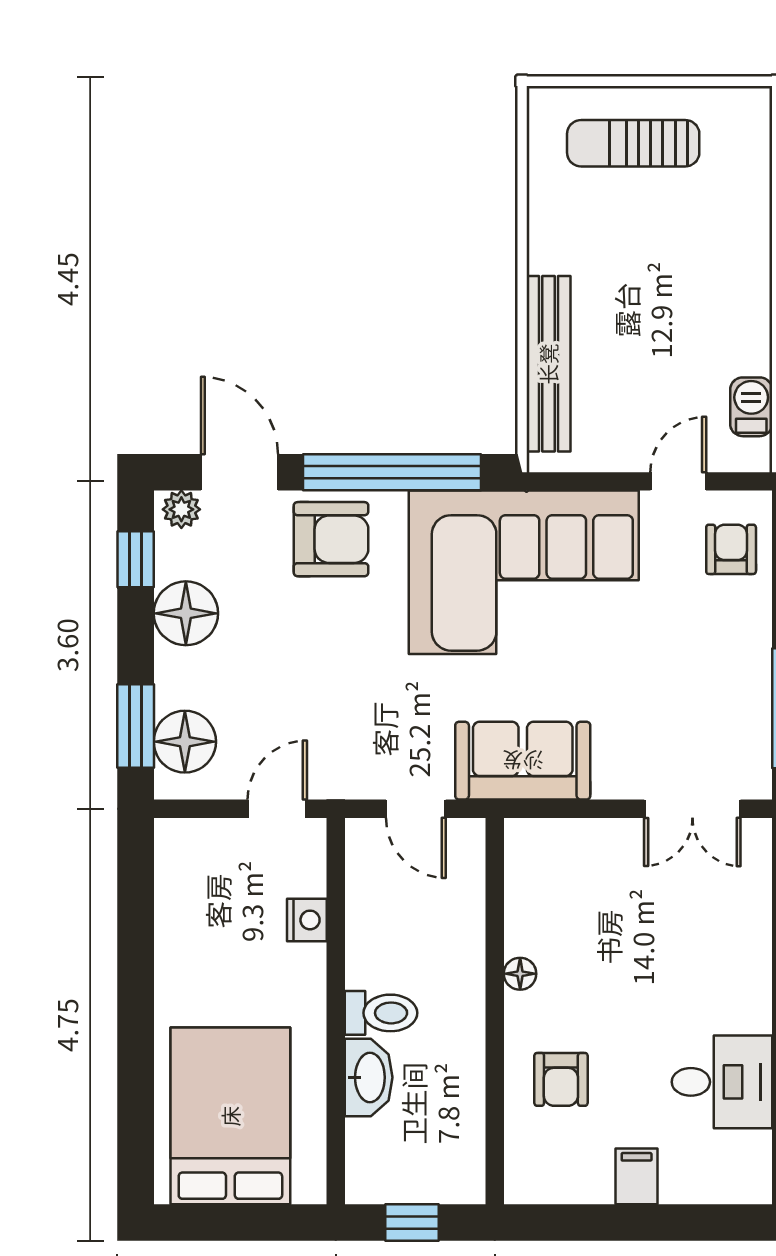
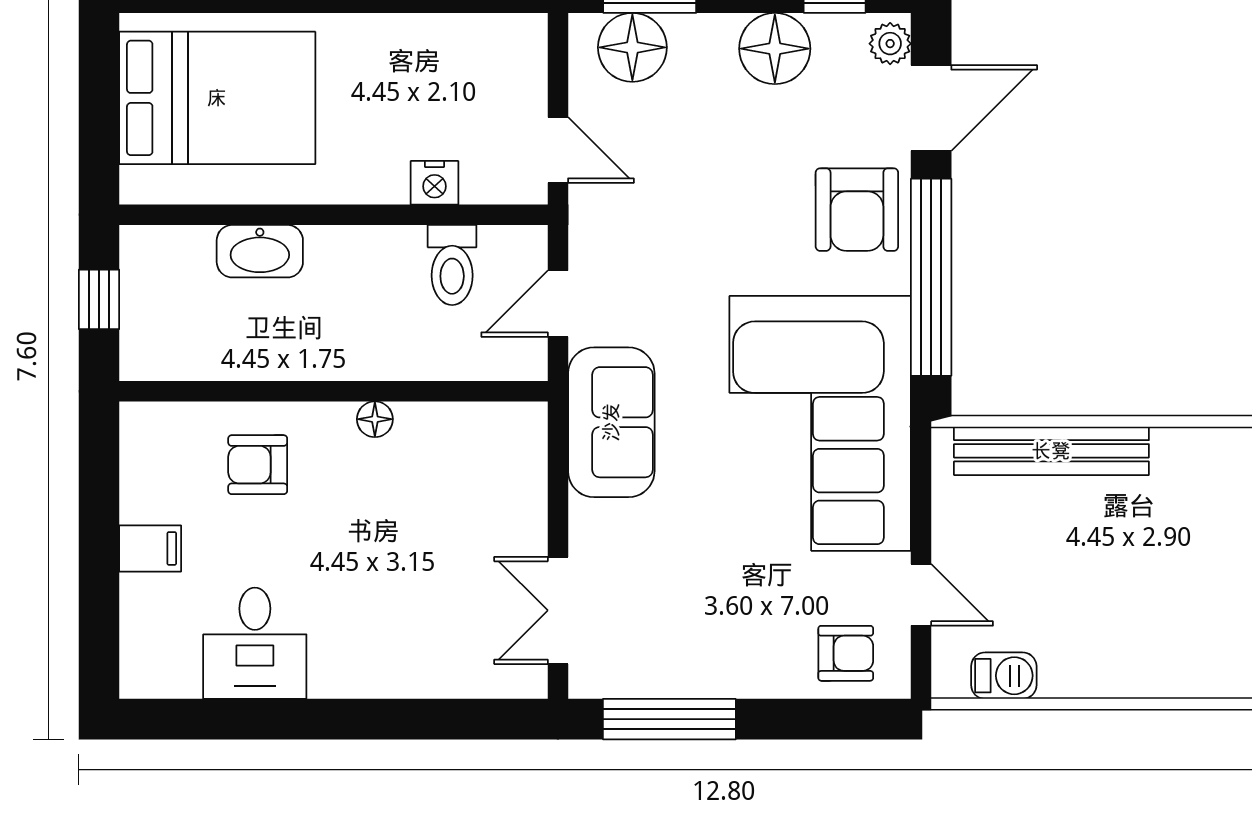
toilet: (381, 1013) -> (452, 265), moved

